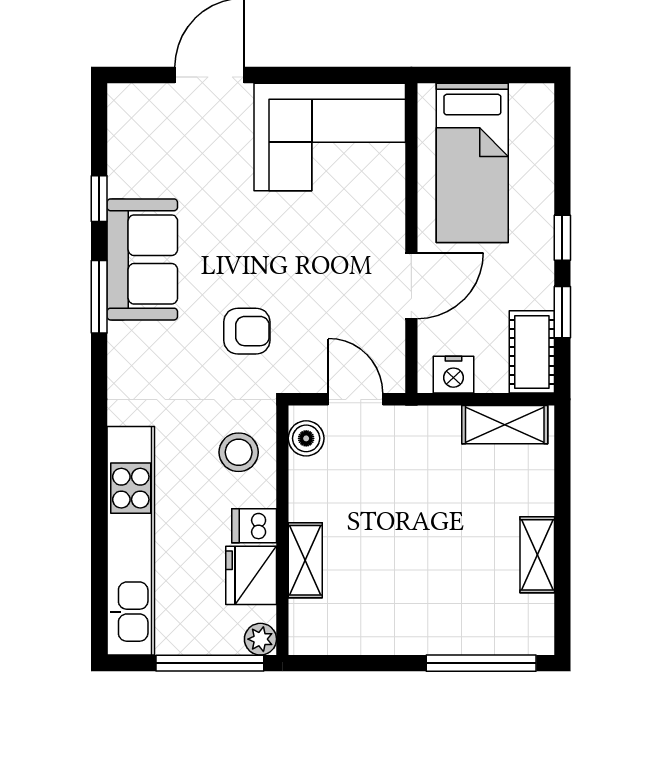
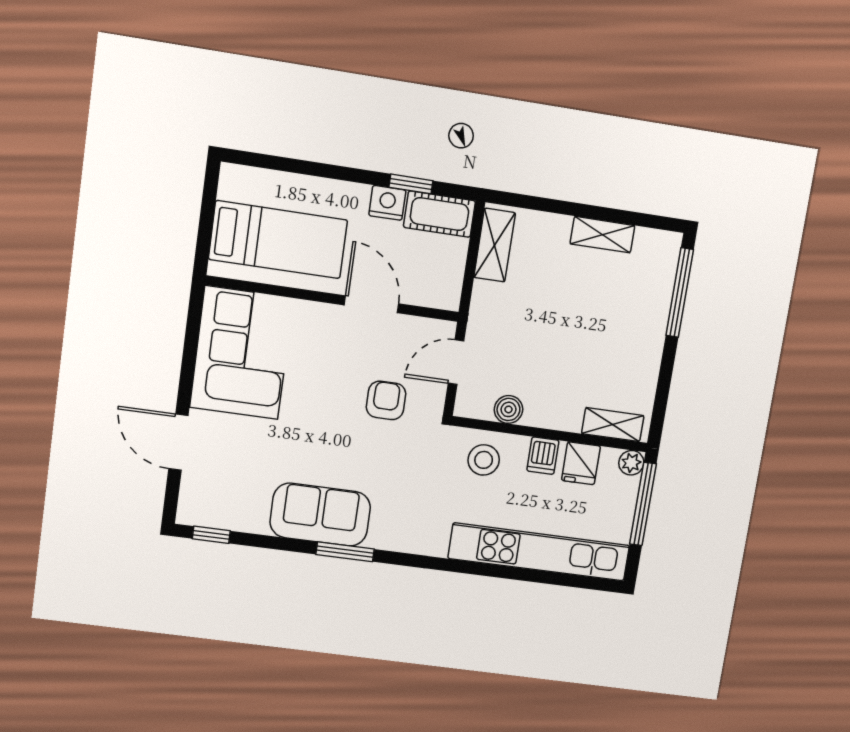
window: (99, 199) -> (211, 535), moved
window: (562, 238) -> (350, 174), removed
armchair: (247, 331) -> (386, 400), moved
nightstand: (453, 375) -> (387, 203), moved, turned -90
boiler: (306, 438) -> (508, 409), moved
shelving: (305, 560) -> (613, 425), moved
fridge: (251, 575) -> (581, 463), width x0.72

